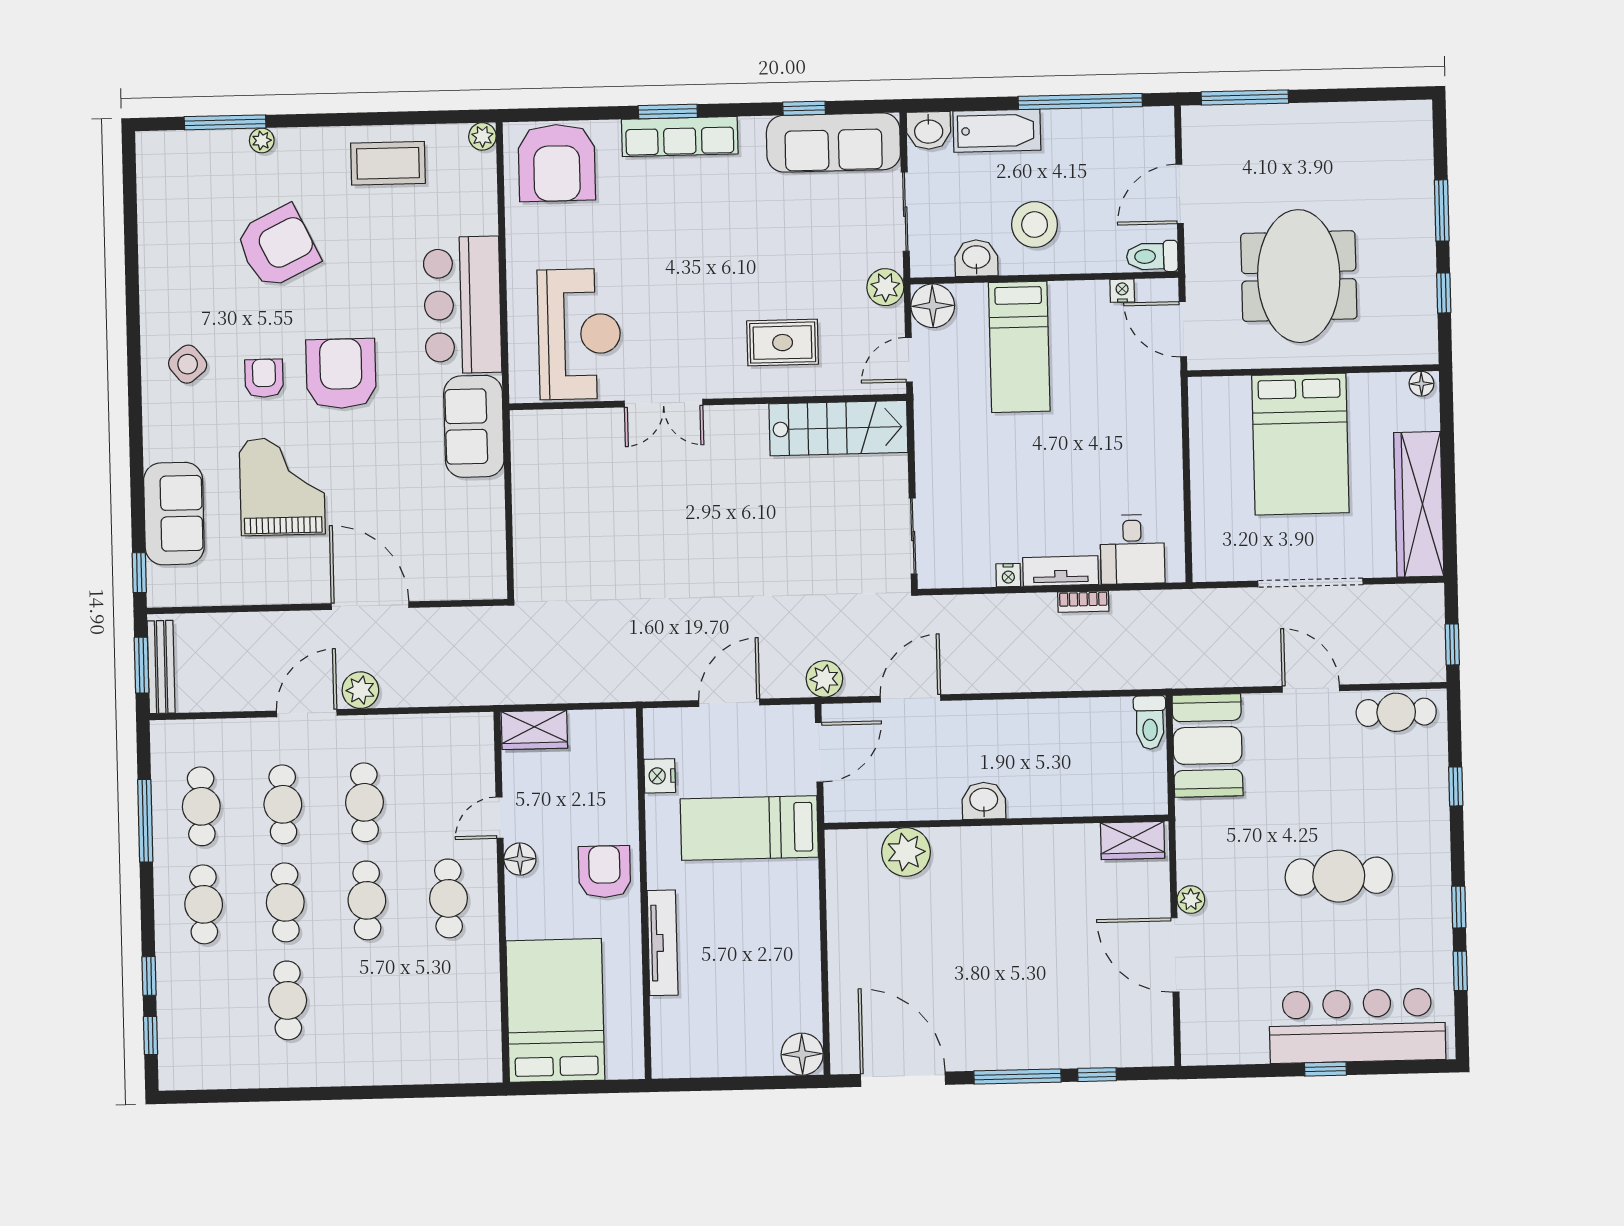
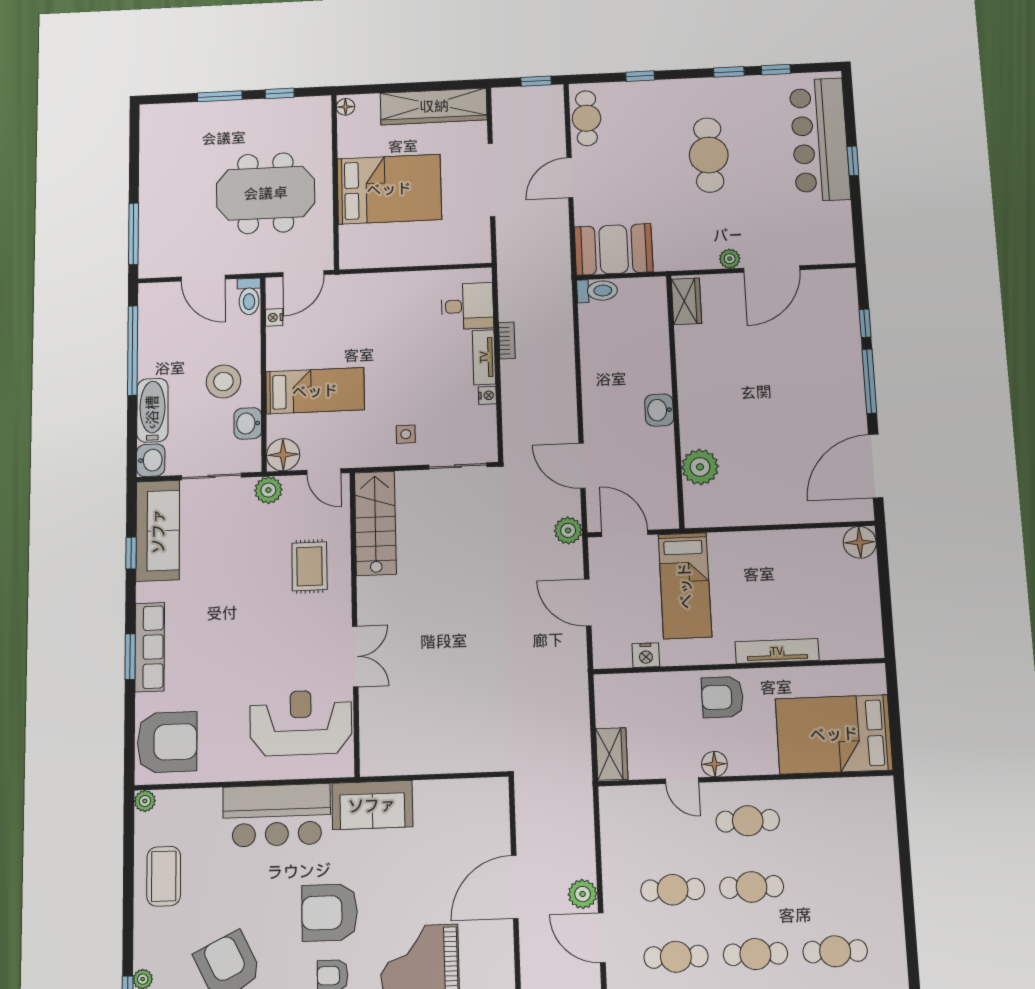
side table: (958, 467) -> (406, 434), added

